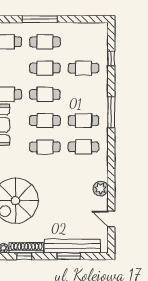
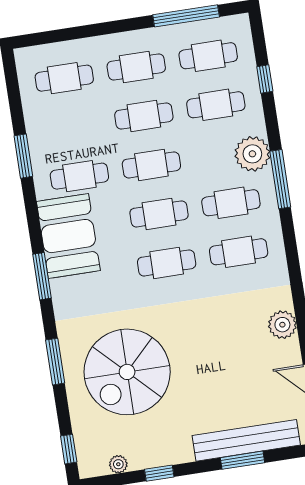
window: (40, 19) -> (186, 16), moved
cafe table: (83, 42) -> (208, 56), added
plant: (99, 97) -> (252, 154), added
shoe rack: (26, 248) -> (161, 457), removed

